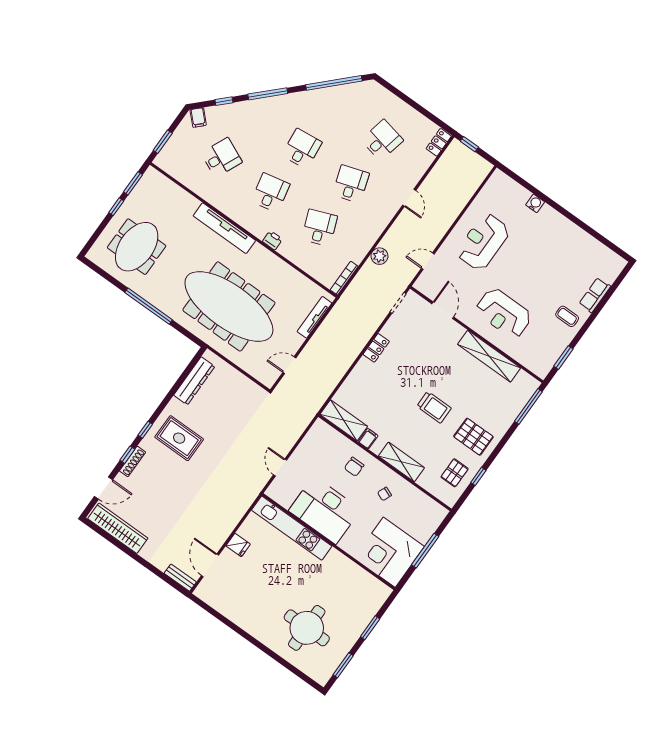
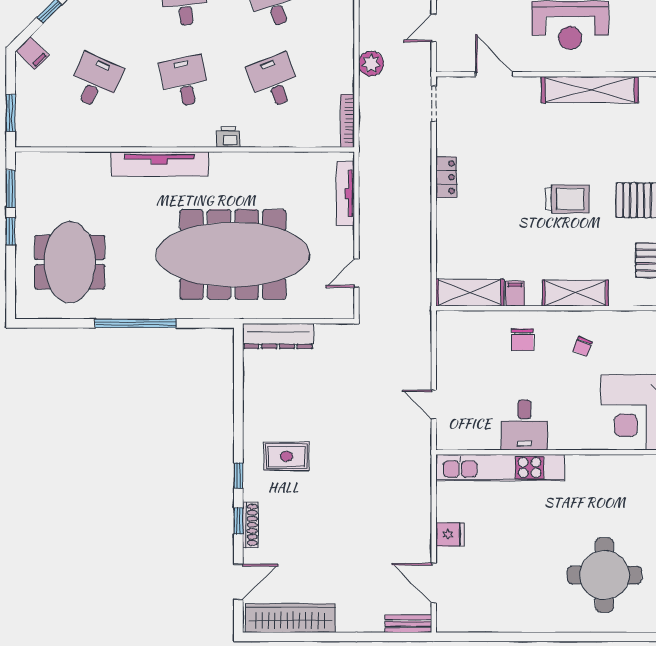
dresser: (194, 381) -> (278, 336), moved, turned 90
rug: (179, 438) -> (287, 456), width x0.73, depth x0.70
desk: (325, 510) -> (524, 425), width x0.53, depth x0.77

